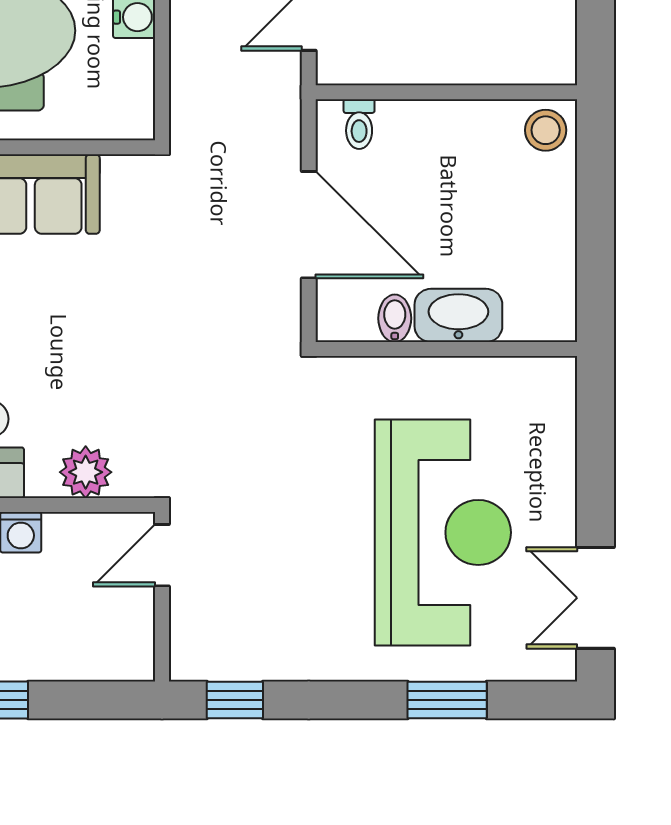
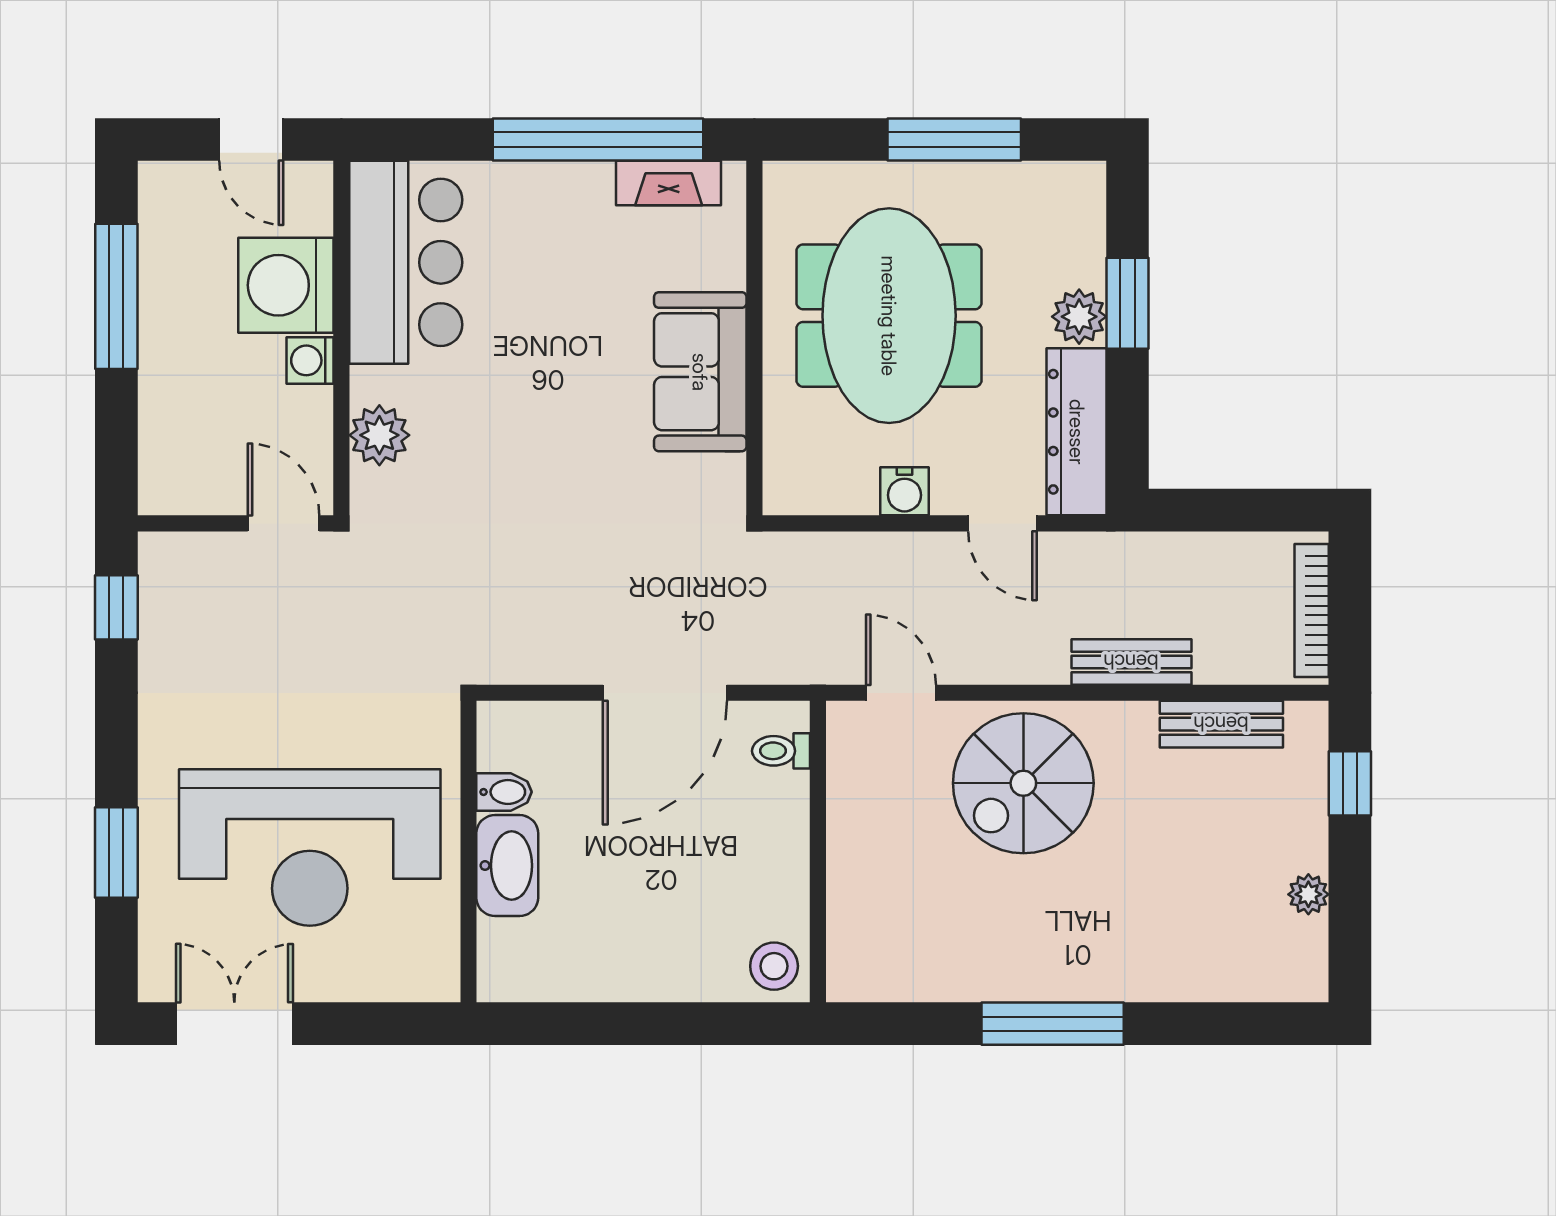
washbasin: (458, 315) -> (507, 866), moved
bidet: (395, 318) -> (504, 792), moved
wall: (446, 349) -> (468, 852), moved

